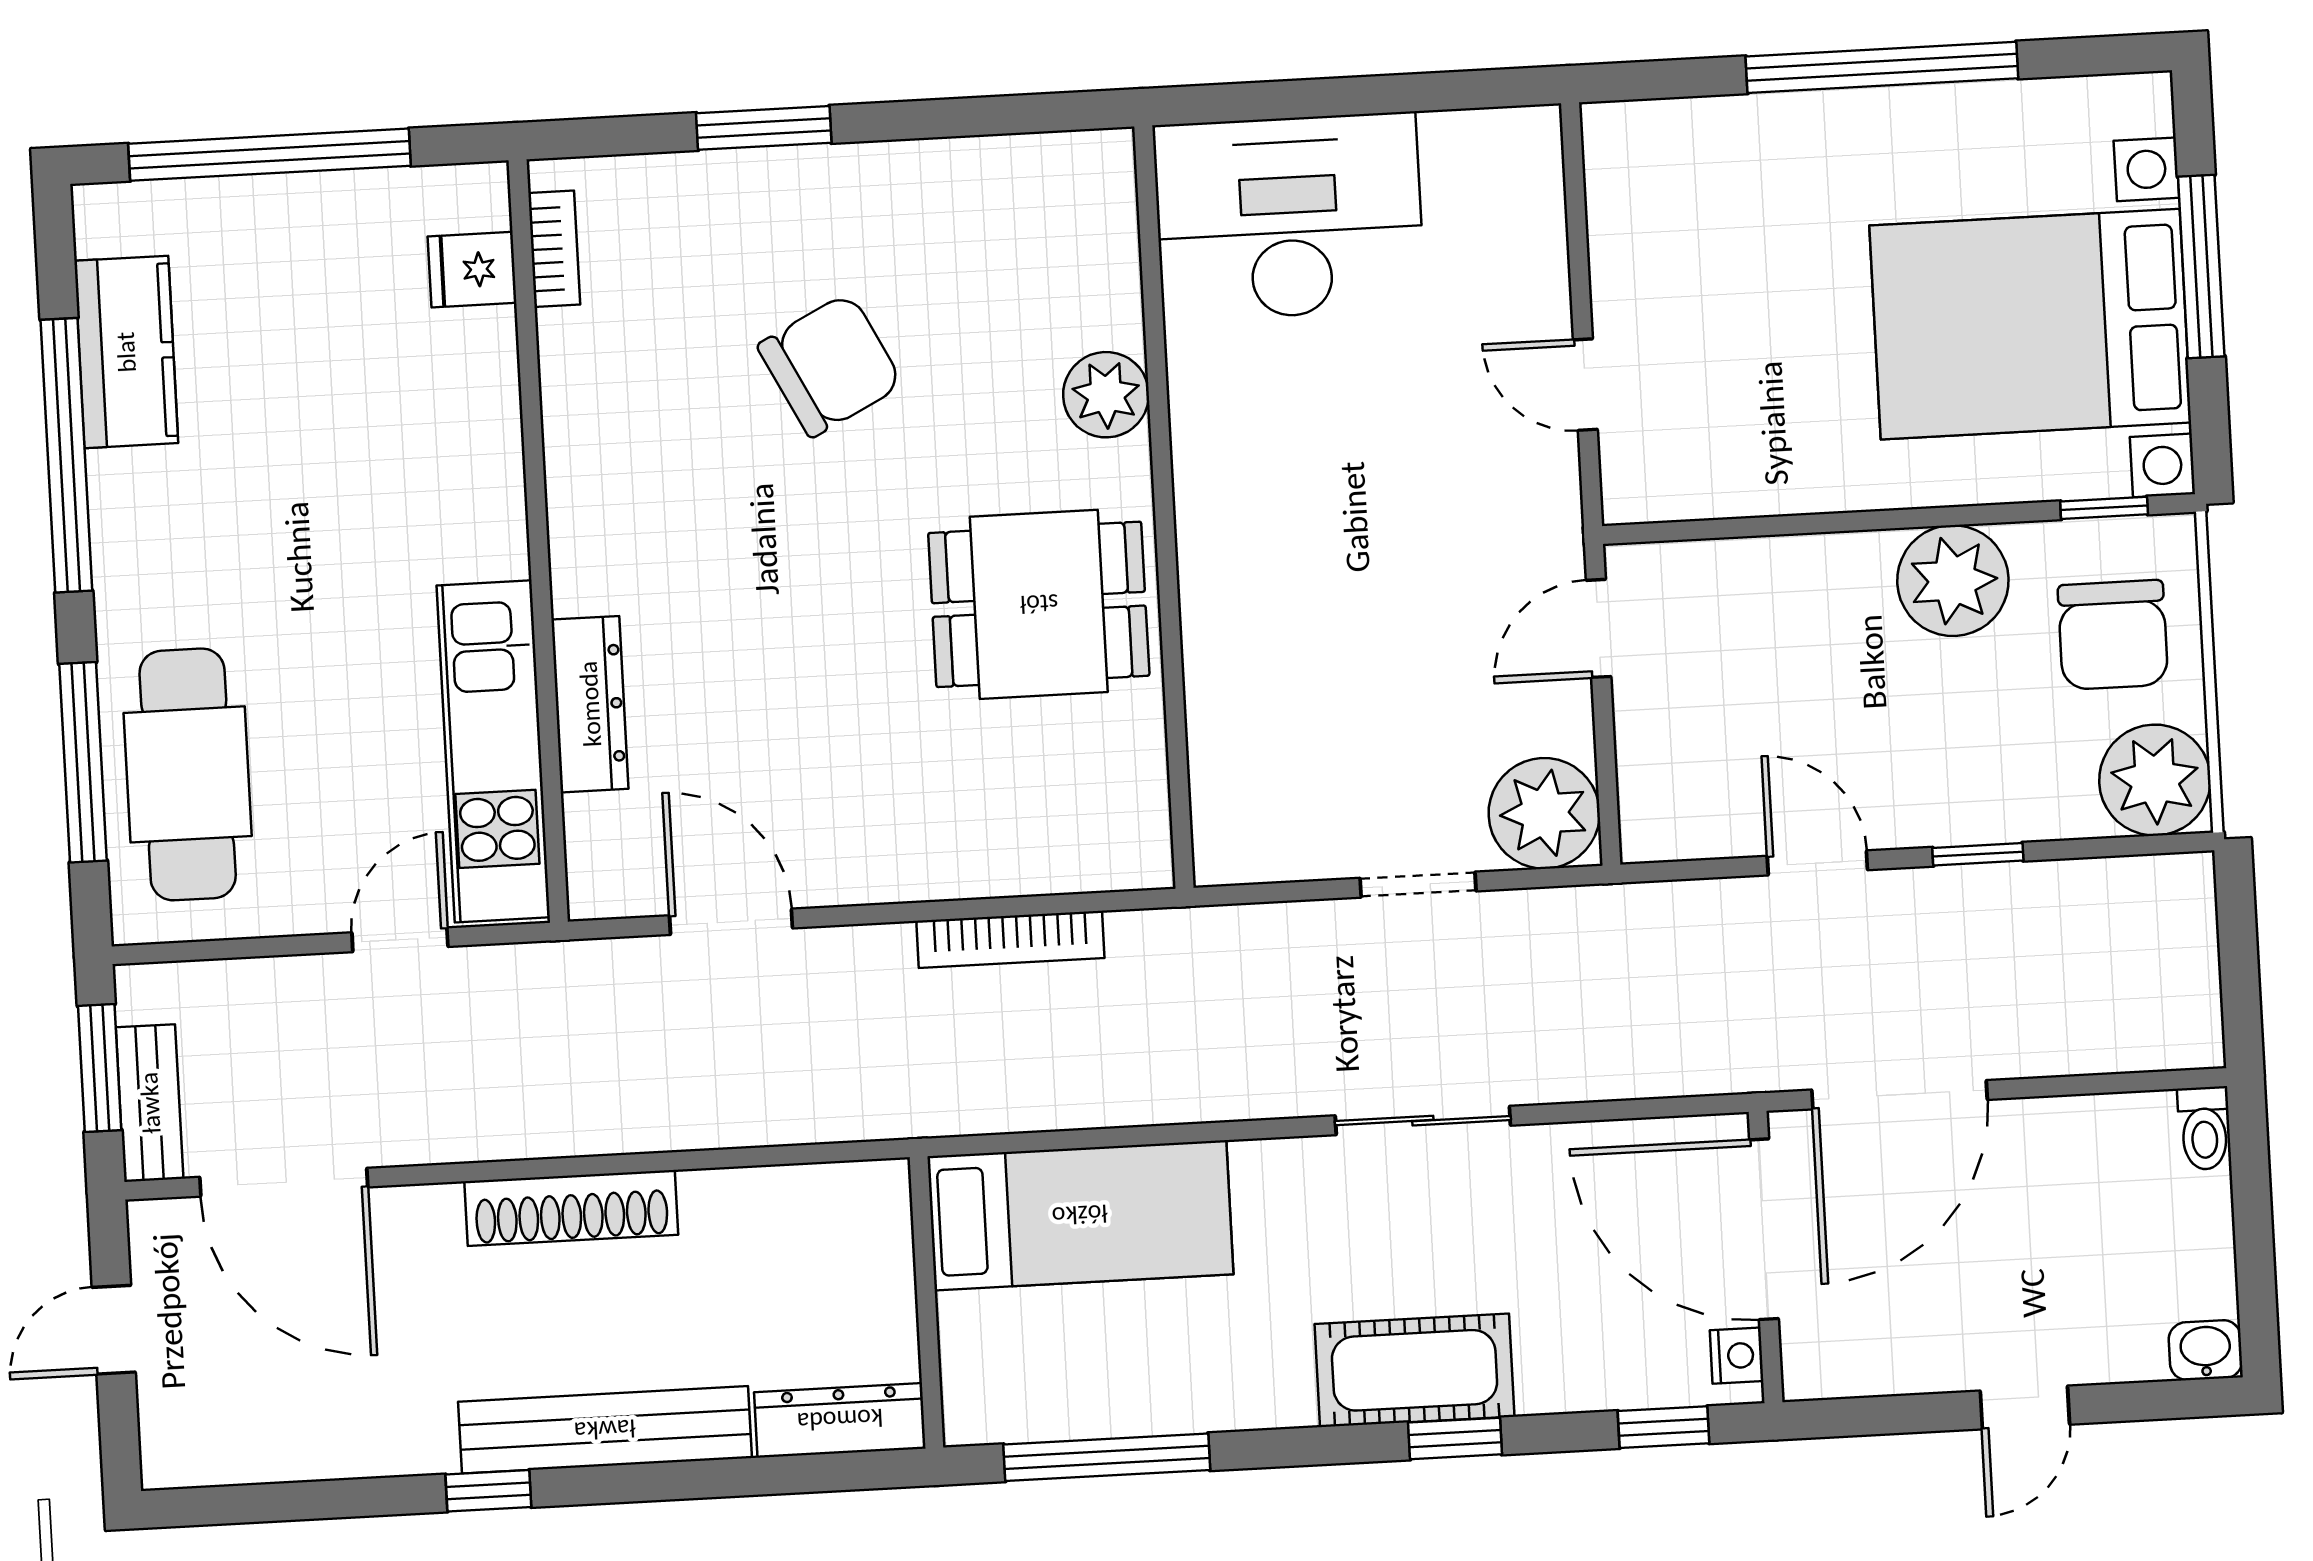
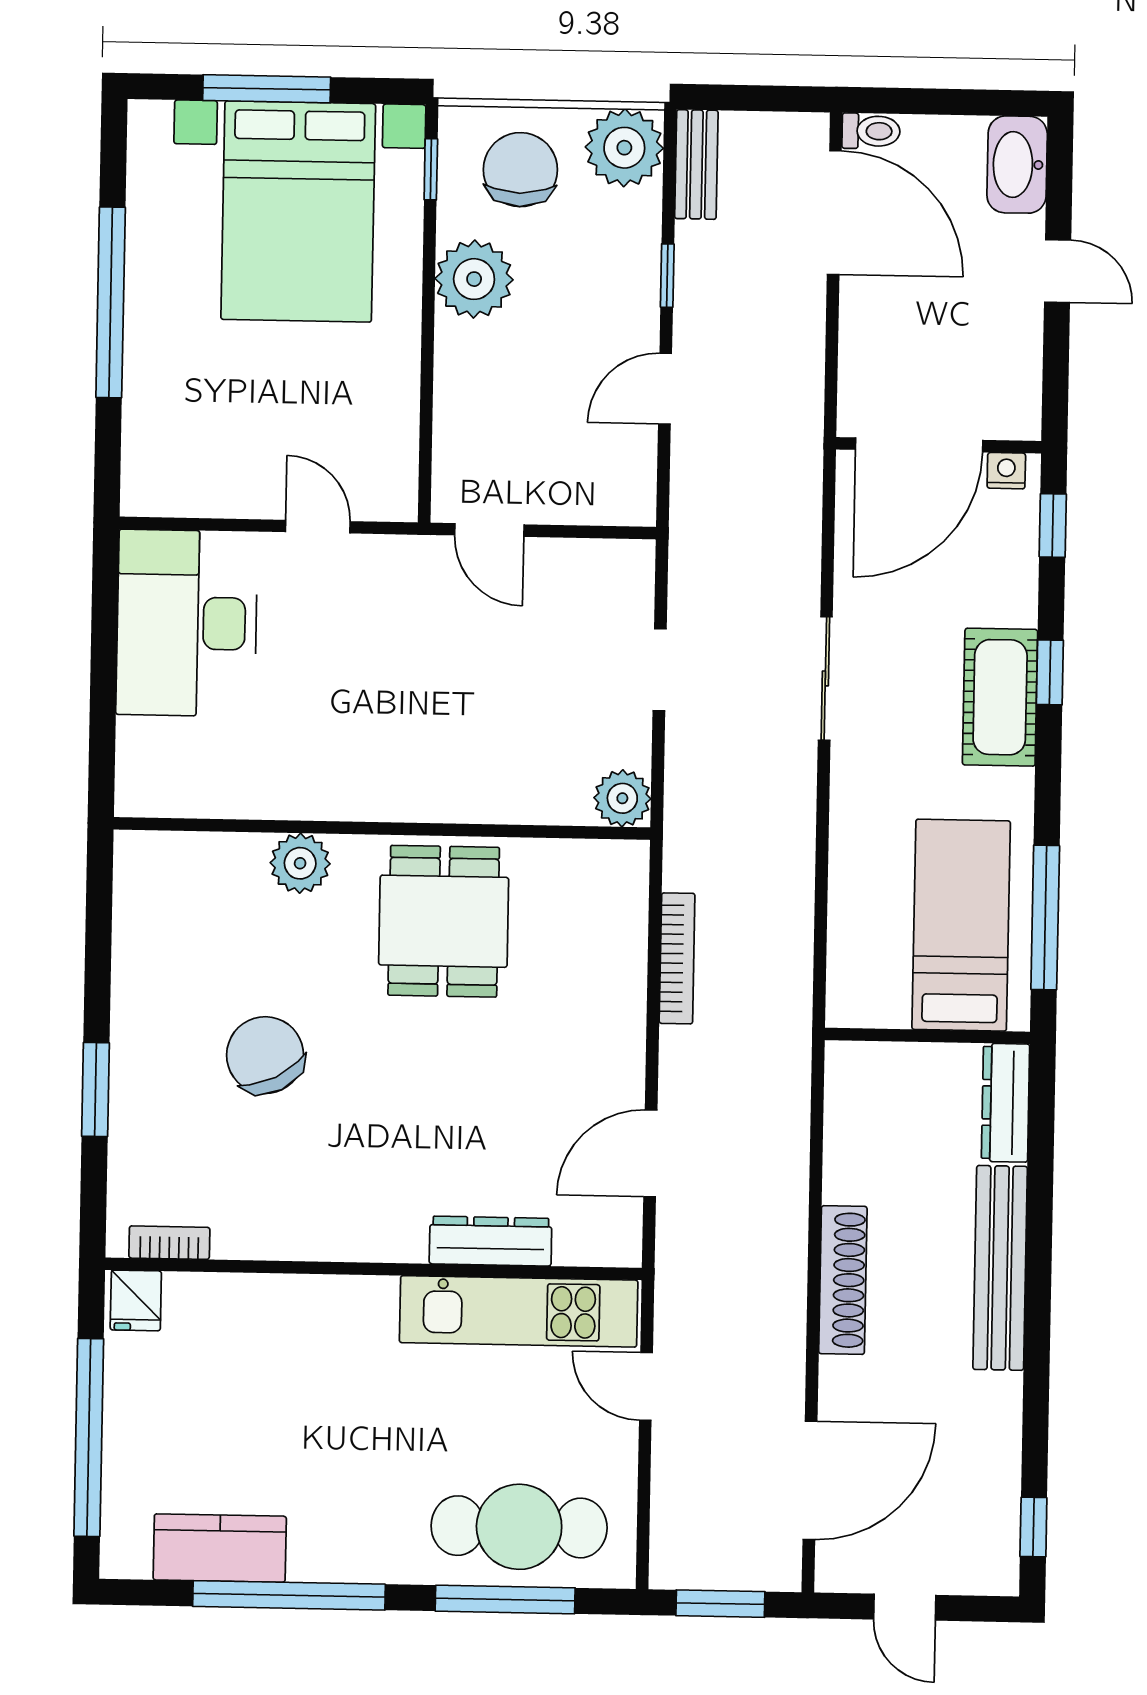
desk: (1289, 217) -> (187, 623), moved
fridge: (472, 270) -> (136, 1300), moved
door: (1585, 385) -> (318, 527), swing flipped
chair: (2113, 635) -> (520, 170), turned -90
plant: (1544, 813) -> (622, 798), moved, width x0.73, depth x0.73
door: (1899, 1095) -> (834, 213), moved
bench: (150, 1103) -> (696, 164), moved, turned 90
bed: (1080, 1215) -> (961, 925), moved
washbasin: (2205, 1350) -> (1017, 165), width x1.91, depth x1.45
window: (488, 1491) -> (1033, 1527), moved

